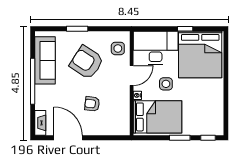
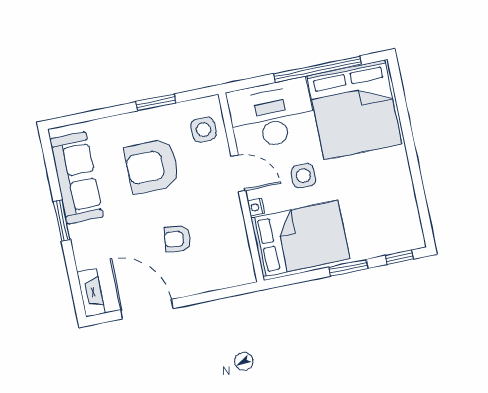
window: (77, 29) -> (156, 102), moved
window: (185, 29) -> (318, 69), width x3.17
armchair: (87, 62) -> (152, 166), turned -33
door: (132, 76) -> (238, 173), hinge flipped
window: (33, 81) -> (62, 220), width x0.47

